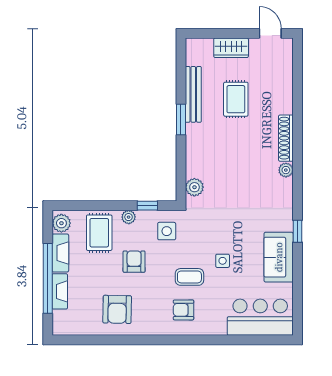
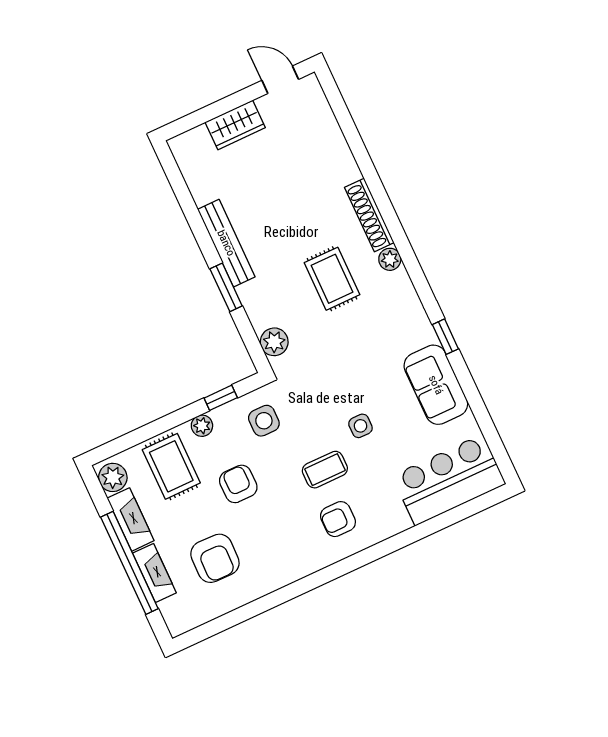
bench: (193, 94) -> (226, 243), moved
rug: (236, 99) -> (332, 279), moved
window: (181, 119) -> (226, 287), moved
armchair: (117, 309) -> (215, 558), moved

